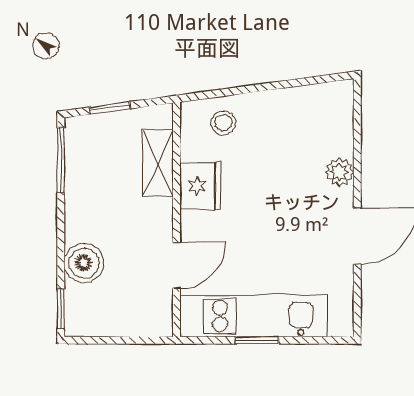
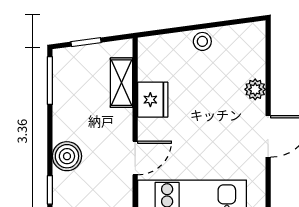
stool: (223, 123) -> (202, 41), moved

